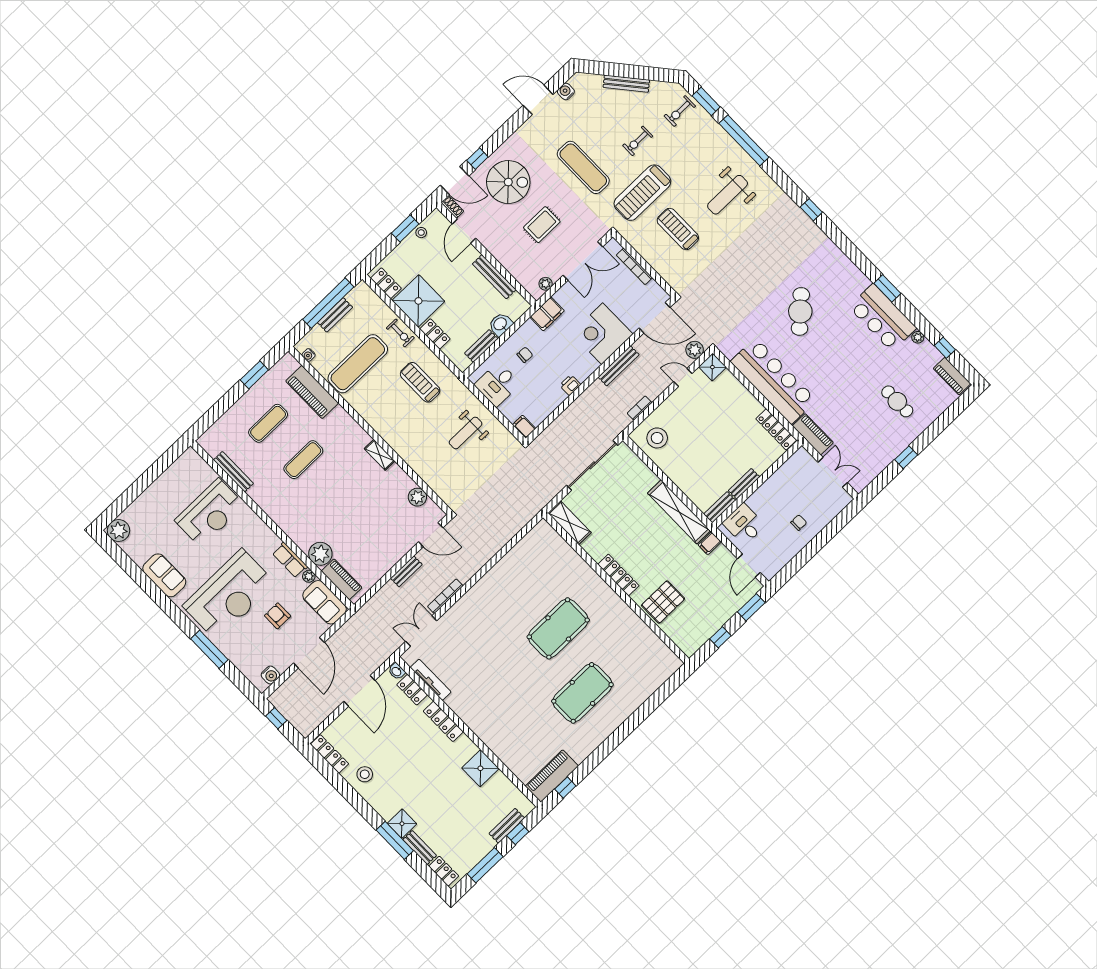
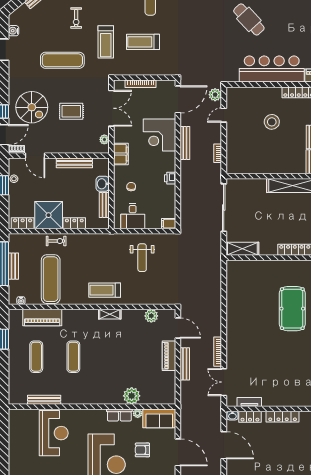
spiral stairs: (508, 182) -> (32, 107), turned 90
treadmill: (642, 193) -> (106, 42), width x0.73, depth x0.73
rug: (542, 225) -> (71, 111), turned 90
shower: (712, 367) -> (233, 94), removed
treadmill: (420, 382) -> (105, 290), moved
stool: (657, 438) -> (272, 122), moved
door: (431, 535) -> (178, 328), hinge flipped
bench: (406, 571) -> (185, 364), width x1.36
piano: (342, 579) -> (169, 356), moved, turned -90
tv unit: (431, 680) -> (249, 402), width x0.71

